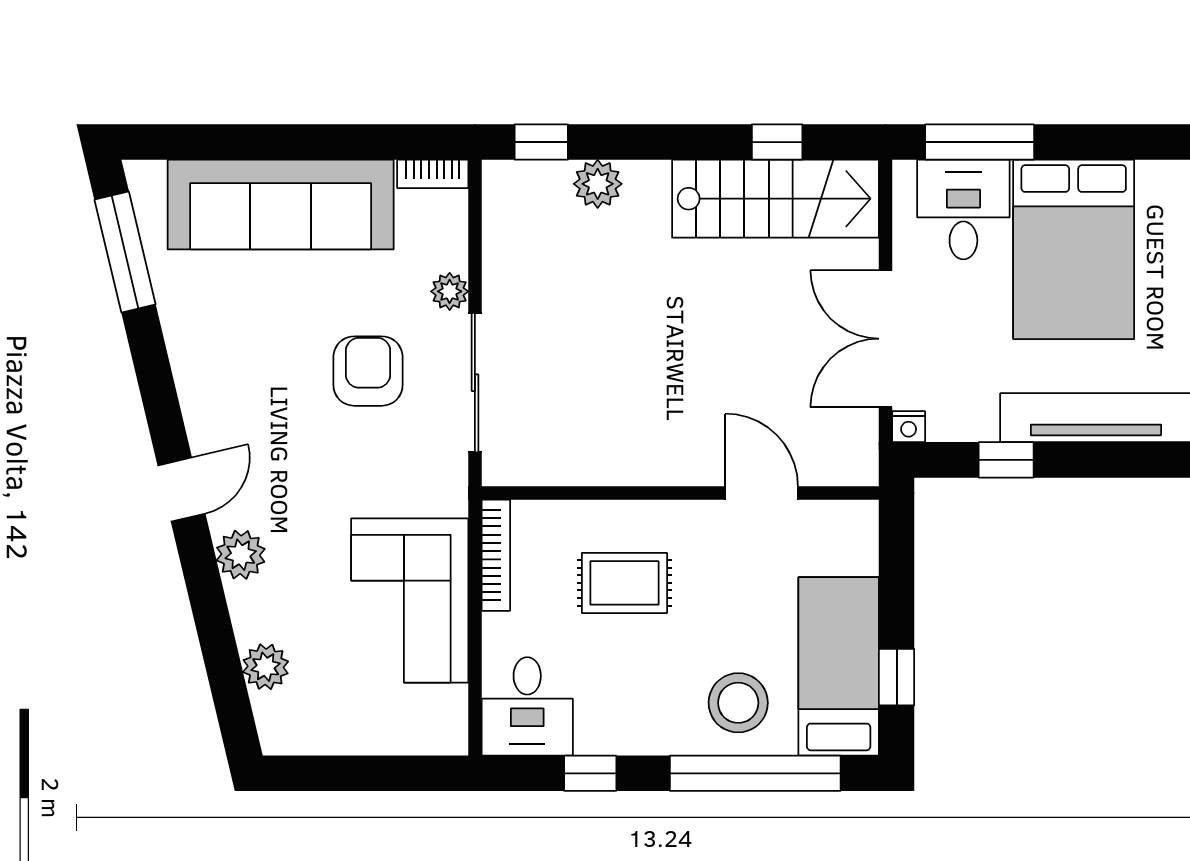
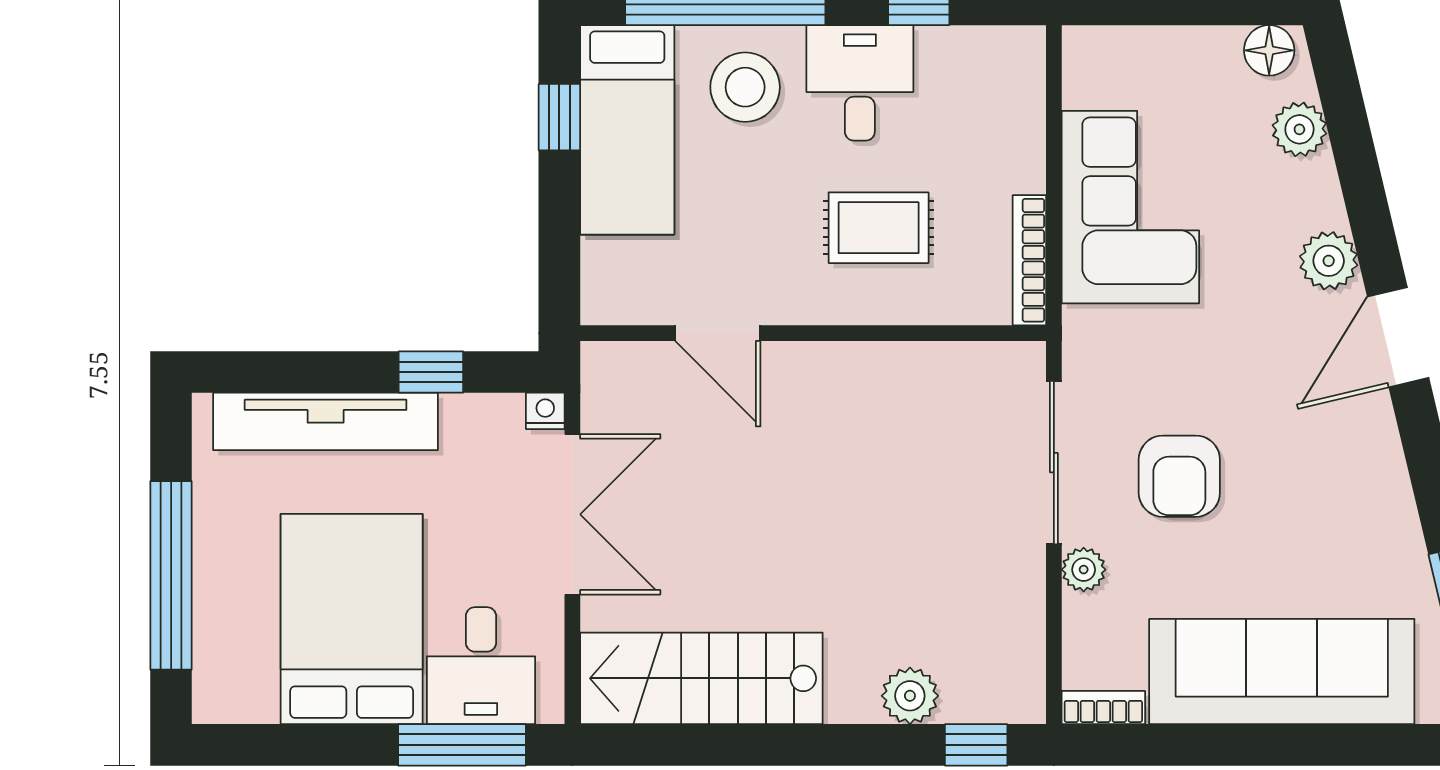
window: (777, 142) -> (700, 745), removed
door: (181, 490) -> (1398, 337), width x1.38
desk: (527, 706) -> (860, 83), moved
floor lamp: (291, 734) -> (1269, 50), added

